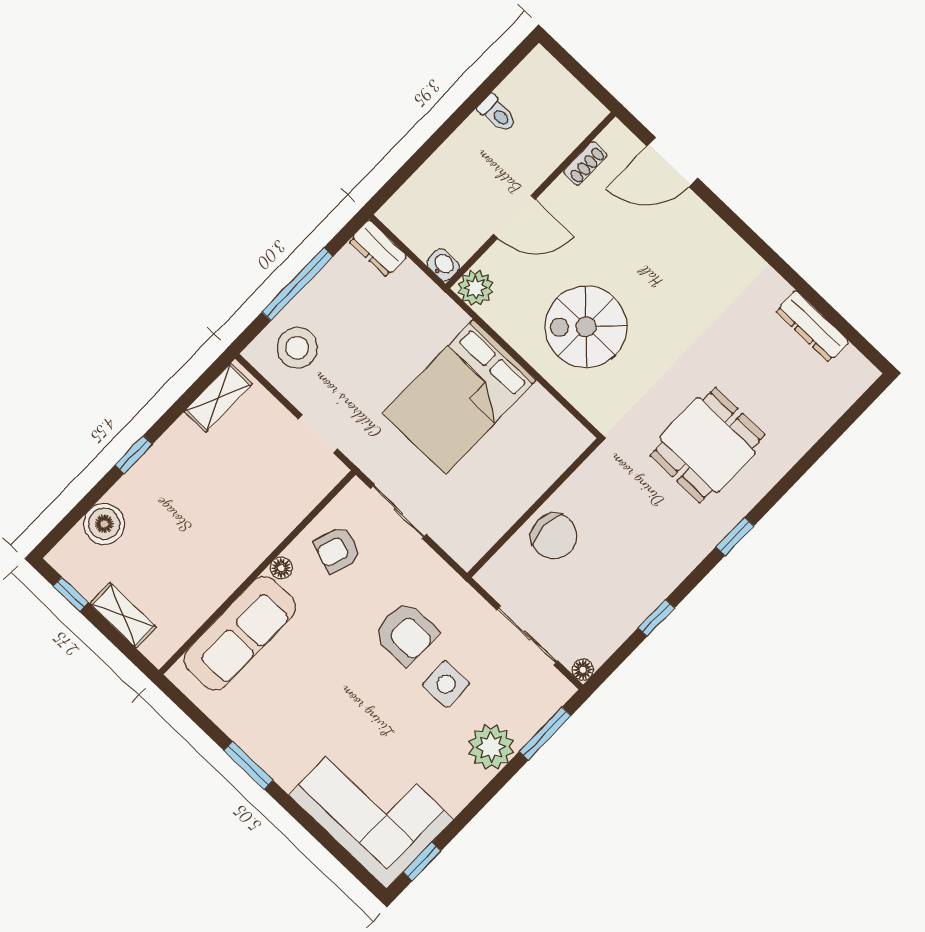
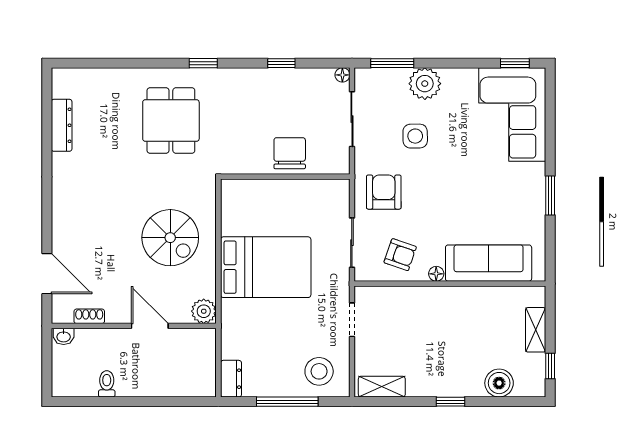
washbasin: (443, 265) -> (64, 336), moved, turned -90
dining table: (708, 445) -> (171, 121), turned 90
armchair: (406, 633) -> (384, 192), moved

